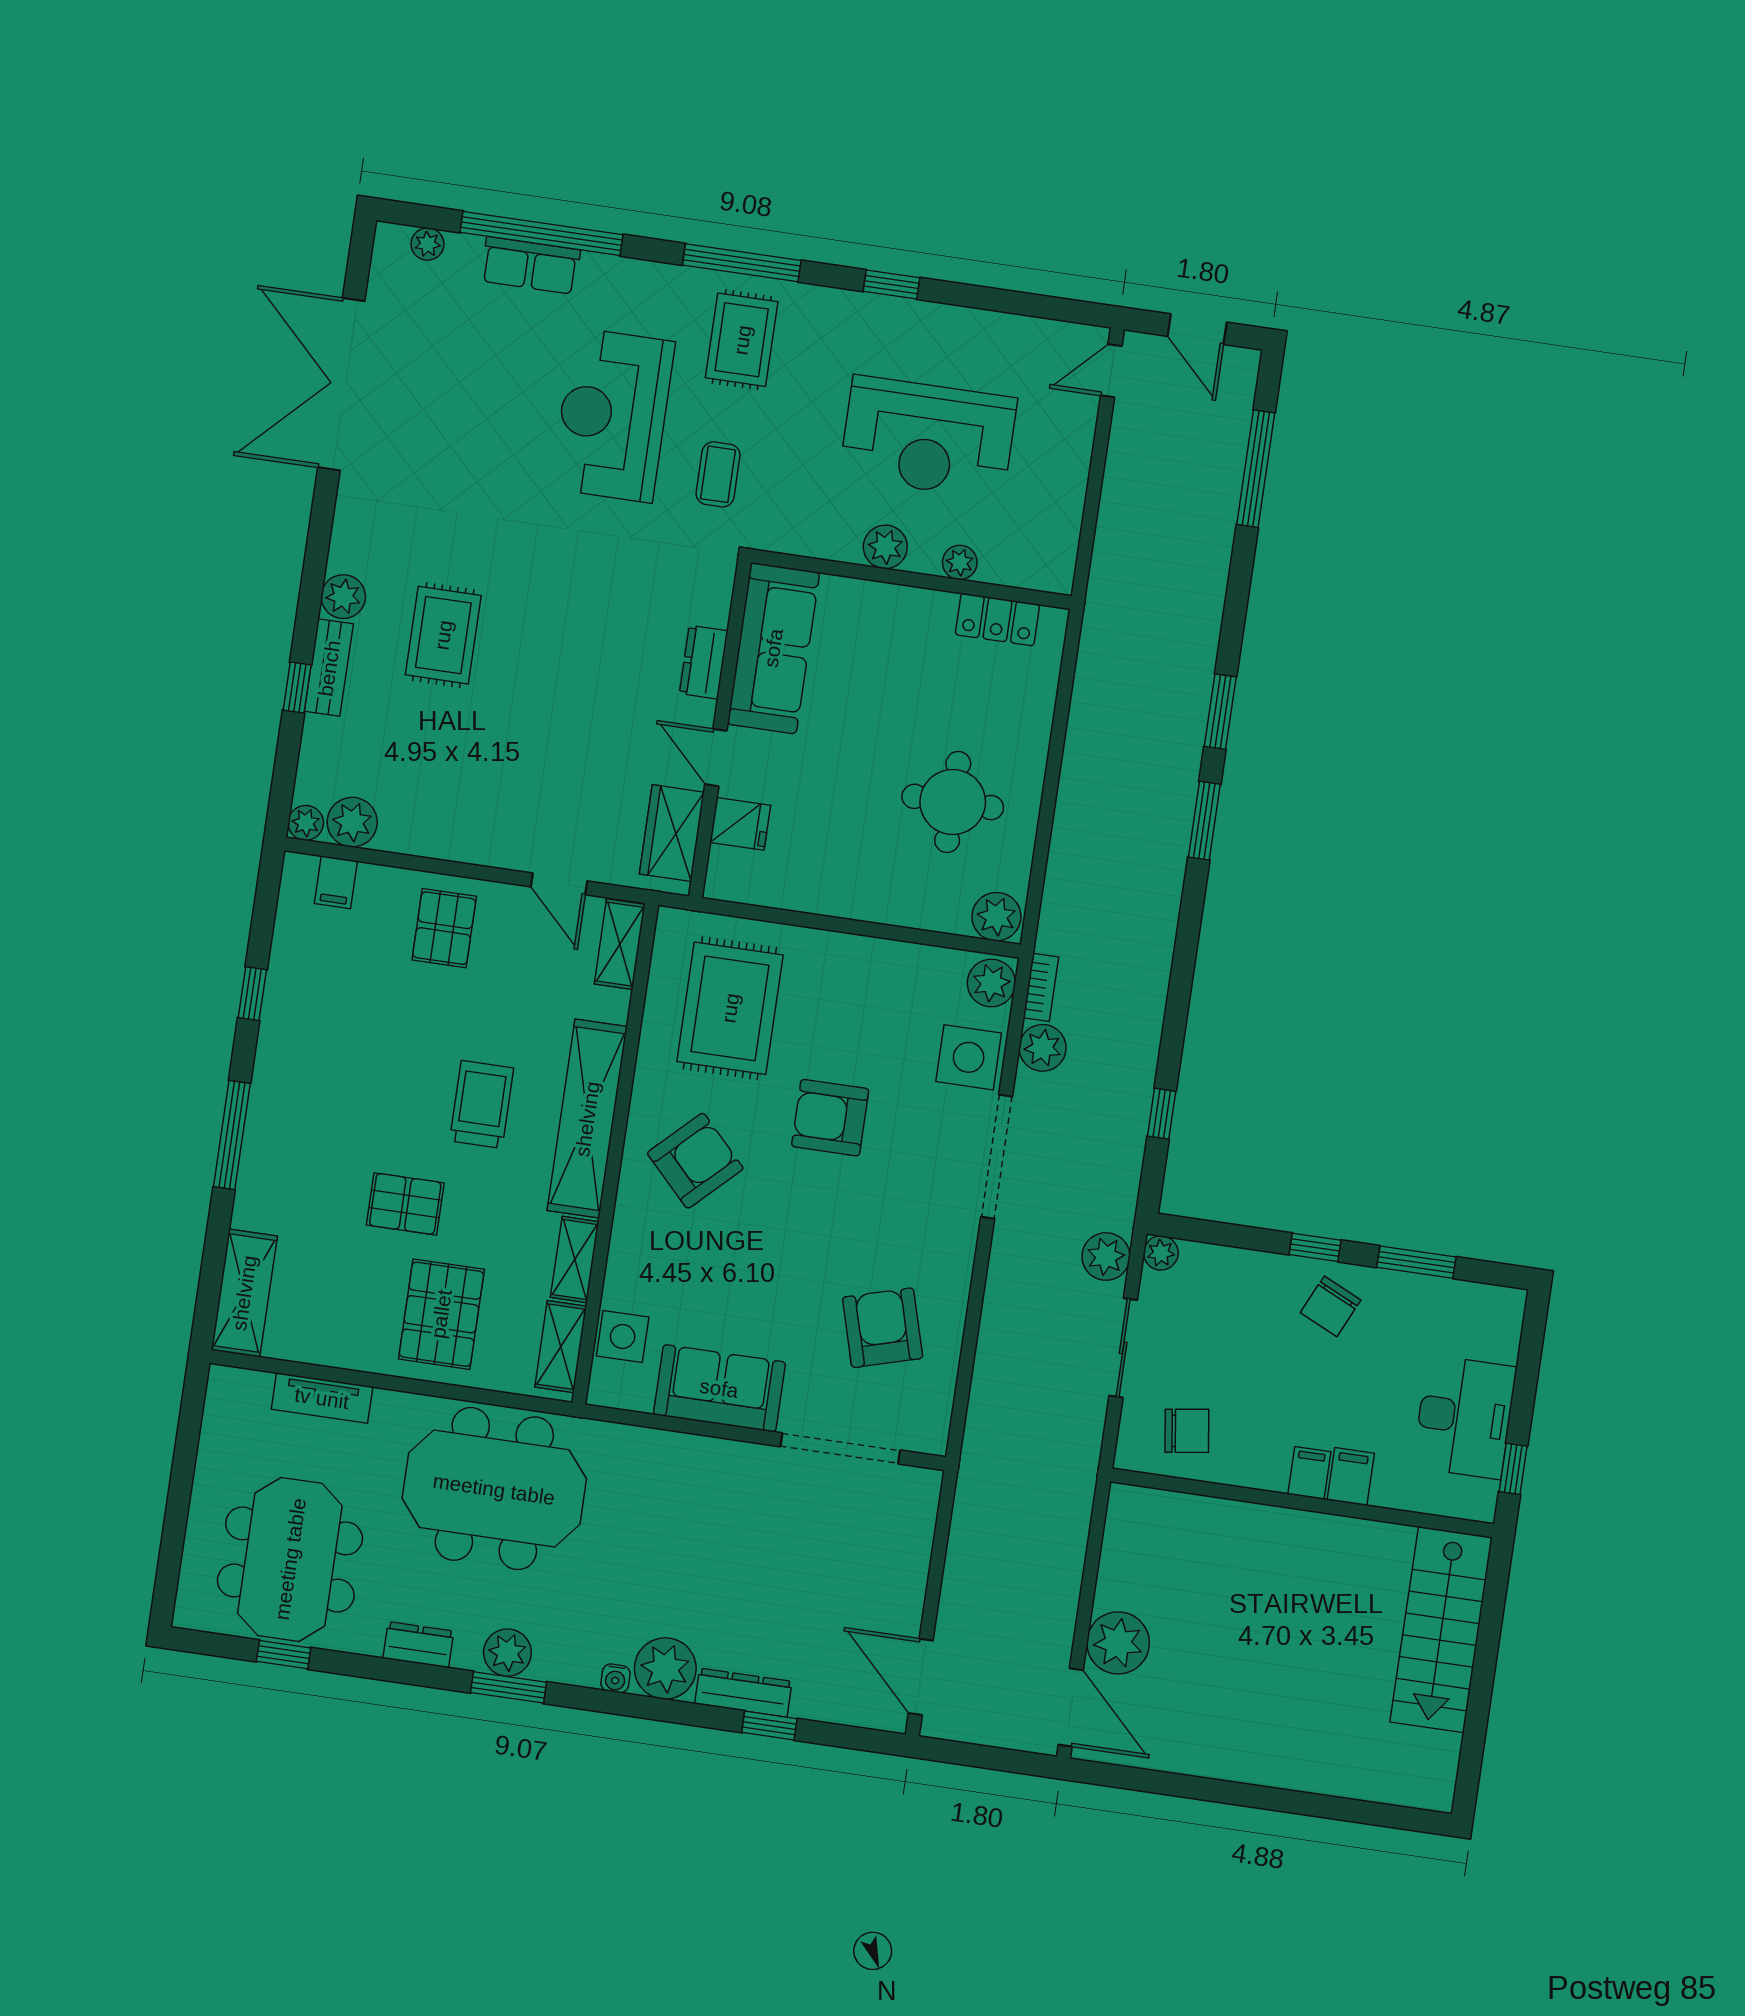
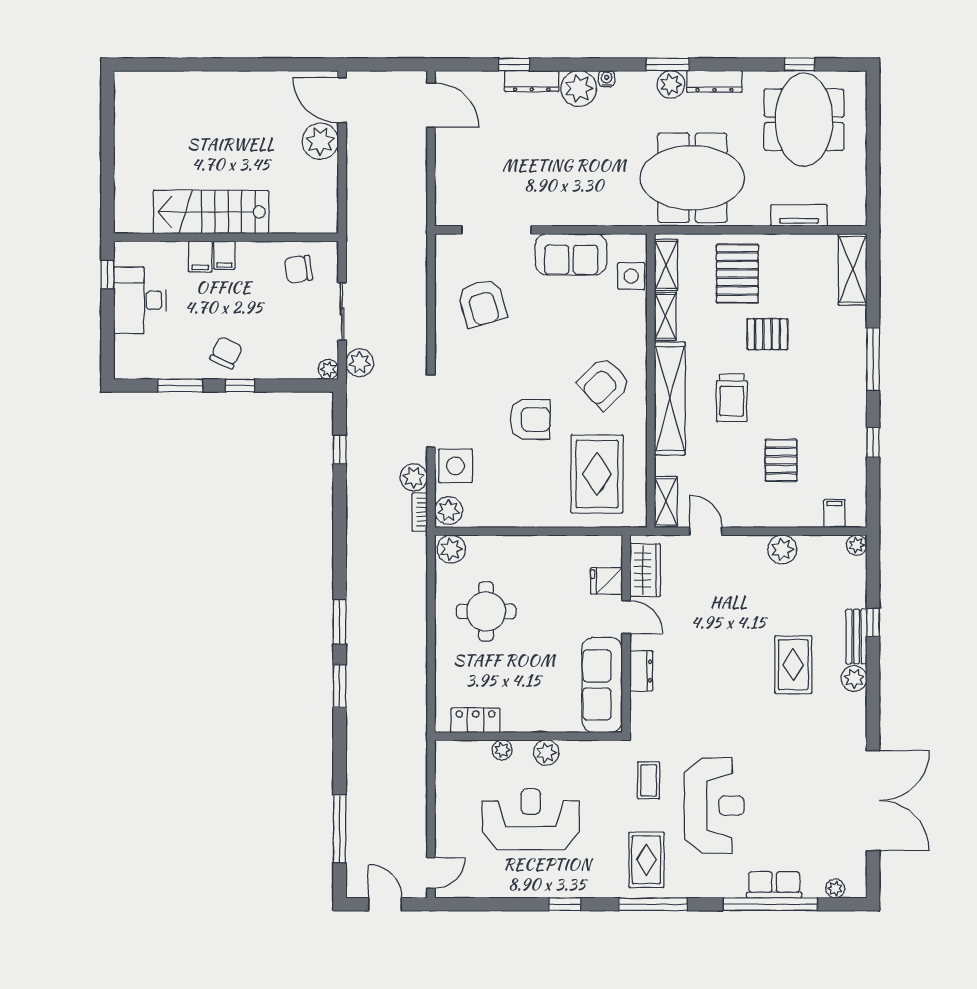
plant: (352, 822) -> (782, 549), moved
pallet: (444, 928) -> (781, 460), moved
stairs: (1441, 1630) -> (211, 212), moved, turned -90
dresser: (418, 1645) -> (714, 81), width x1.44

